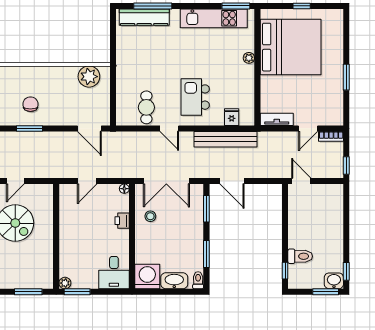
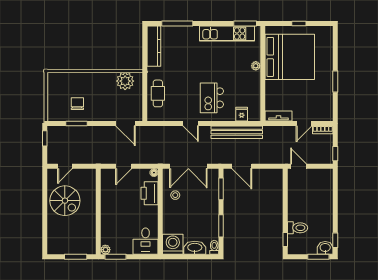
kitchen counter: (144, 17) -> (154, 46), moved, turned -90
cafe table: (146, 107) -> (158, 93), moved
printer: (122, 221) -> (149, 193), width x1.87, depth x1.48

